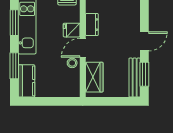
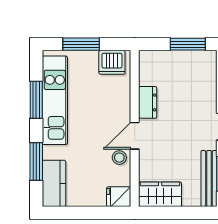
fridge: (72, 30) -> (119, 197), moved
wardrobe: (94, 77) -> (160, 194), moved, turned -90

